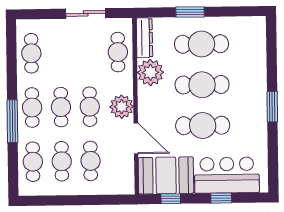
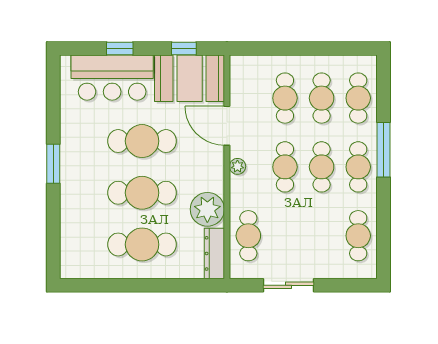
window: (190, 12) -> (156, 285), removed
plant: (122, 107) -> (237, 166), width x0.53, depth x0.53

